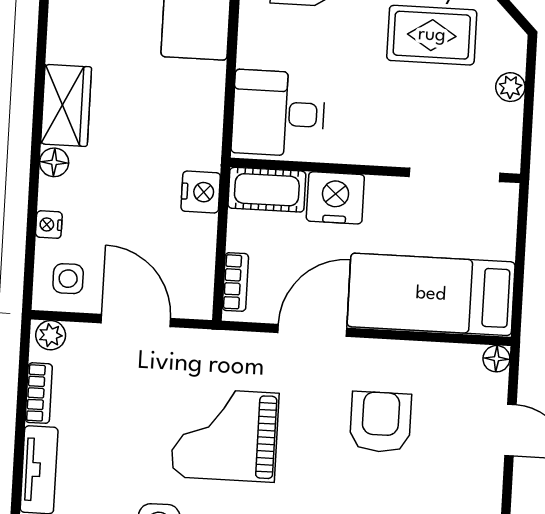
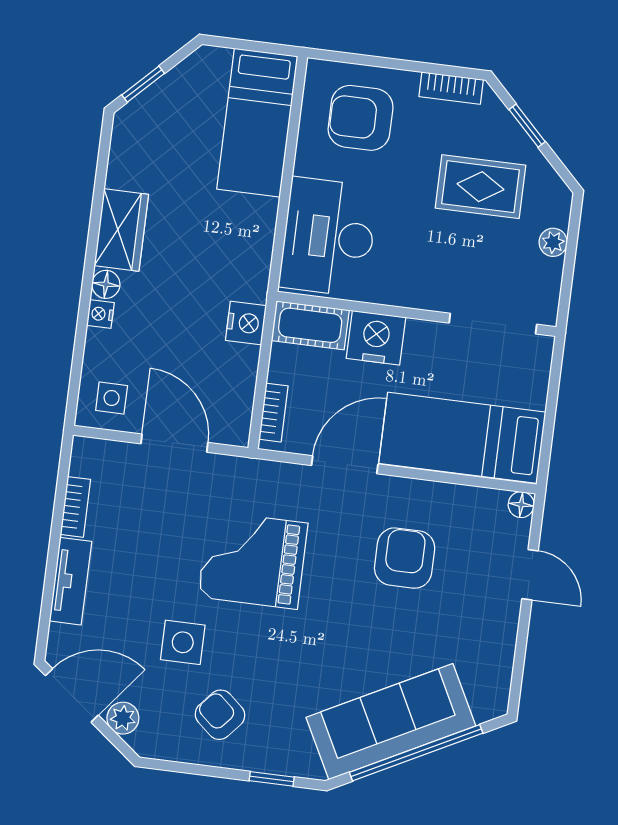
desk: (278, 113) -> (329, 237), width x1.37
nightstand: (49, 225) -> (100, 314), moved
plant: (51, 335) -> (91, 452), removed

